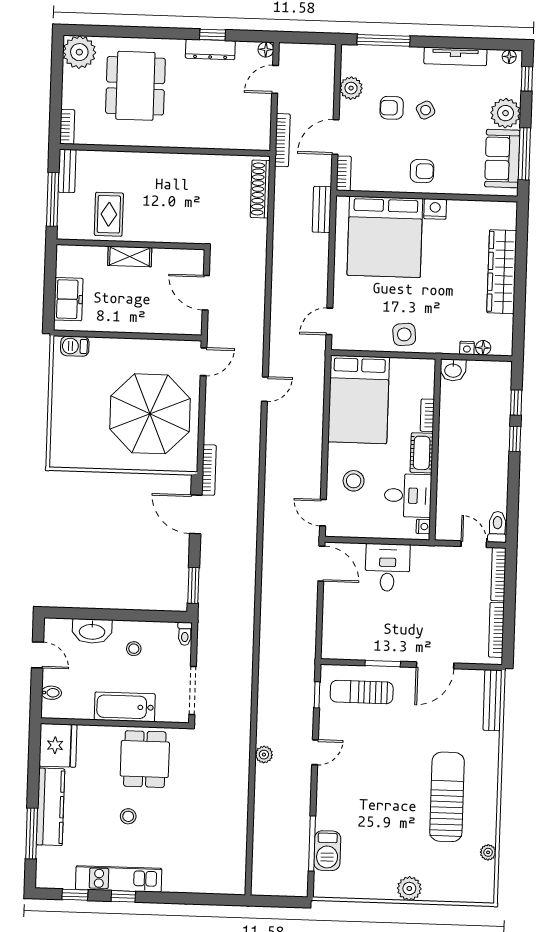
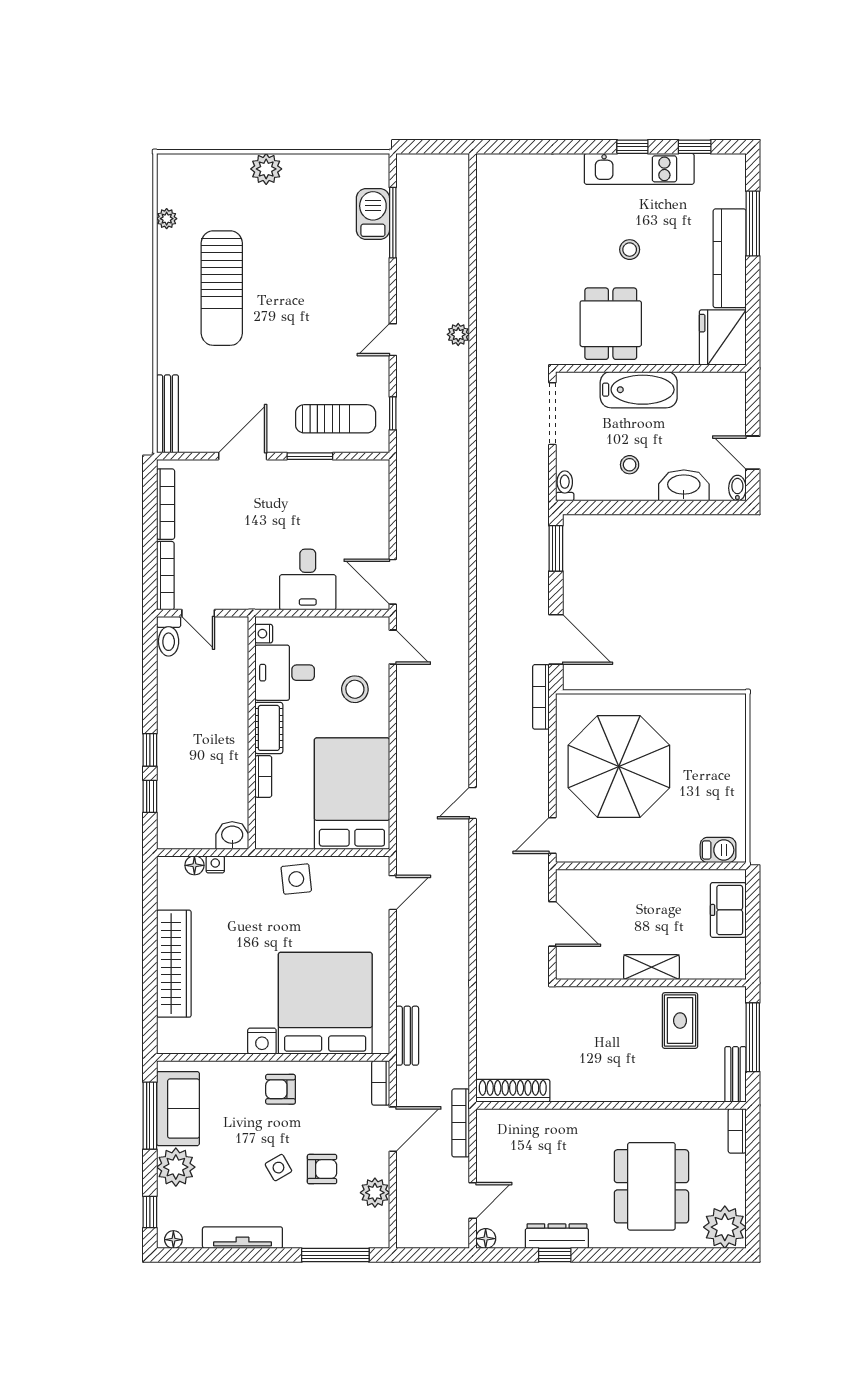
shoe rack: (260, 189) -> (513, 1091), moved, turned -90
bidet: (51, 693) -> (737, 488), moved, turned 90

